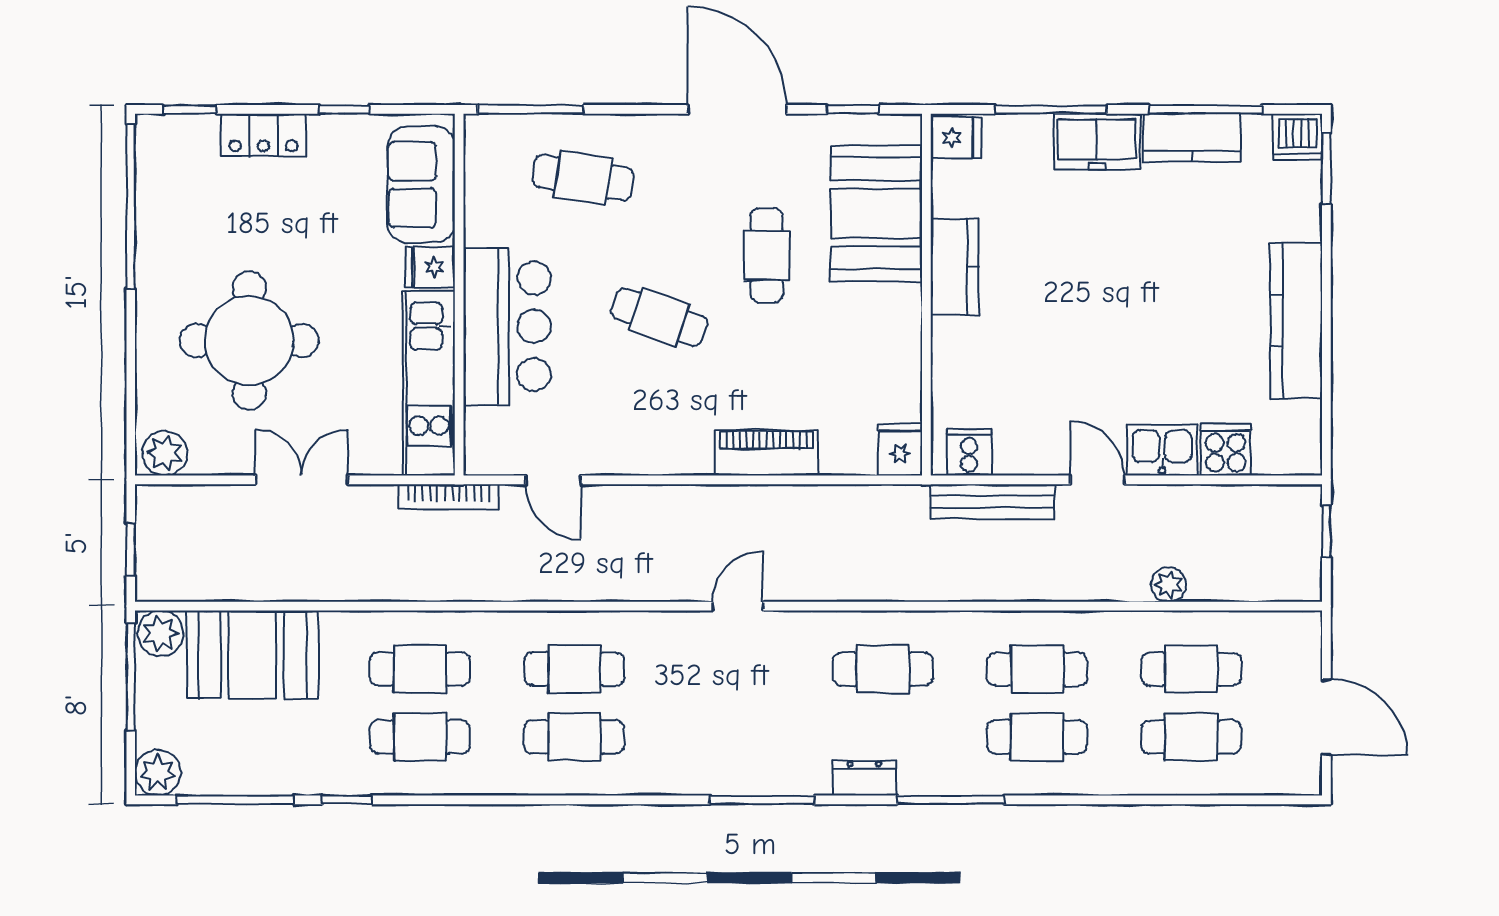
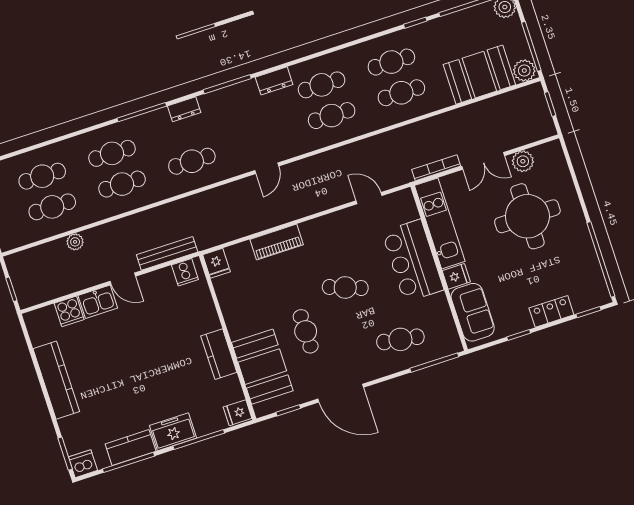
plant: (165, 453) -> (523, 161), moved
bookcase: (448, 497) -> (436, 168), moved
dresser: (666, 776) -> (274, 81), added

